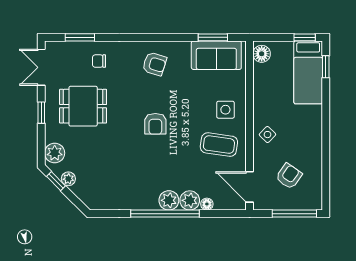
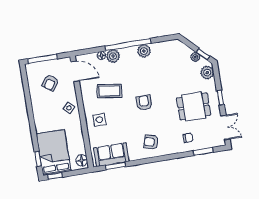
bed: (308, 72) -> (54, 152), width x1.50
coffee table: (219, 145) -> (109, 91), moved
plant: (169, 200) -> (144, 51), moved

